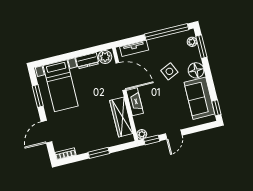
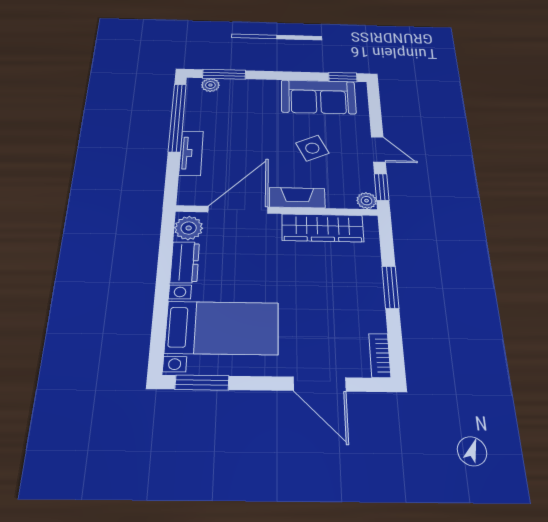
tv unit: (134, 48) -> (191, 153), moved
floor lamp: (196, 70) -> (265, 91), removed
side table: (169, 71) -> (312, 148), moved
window: (38, 96) -> (202, 383), moved

